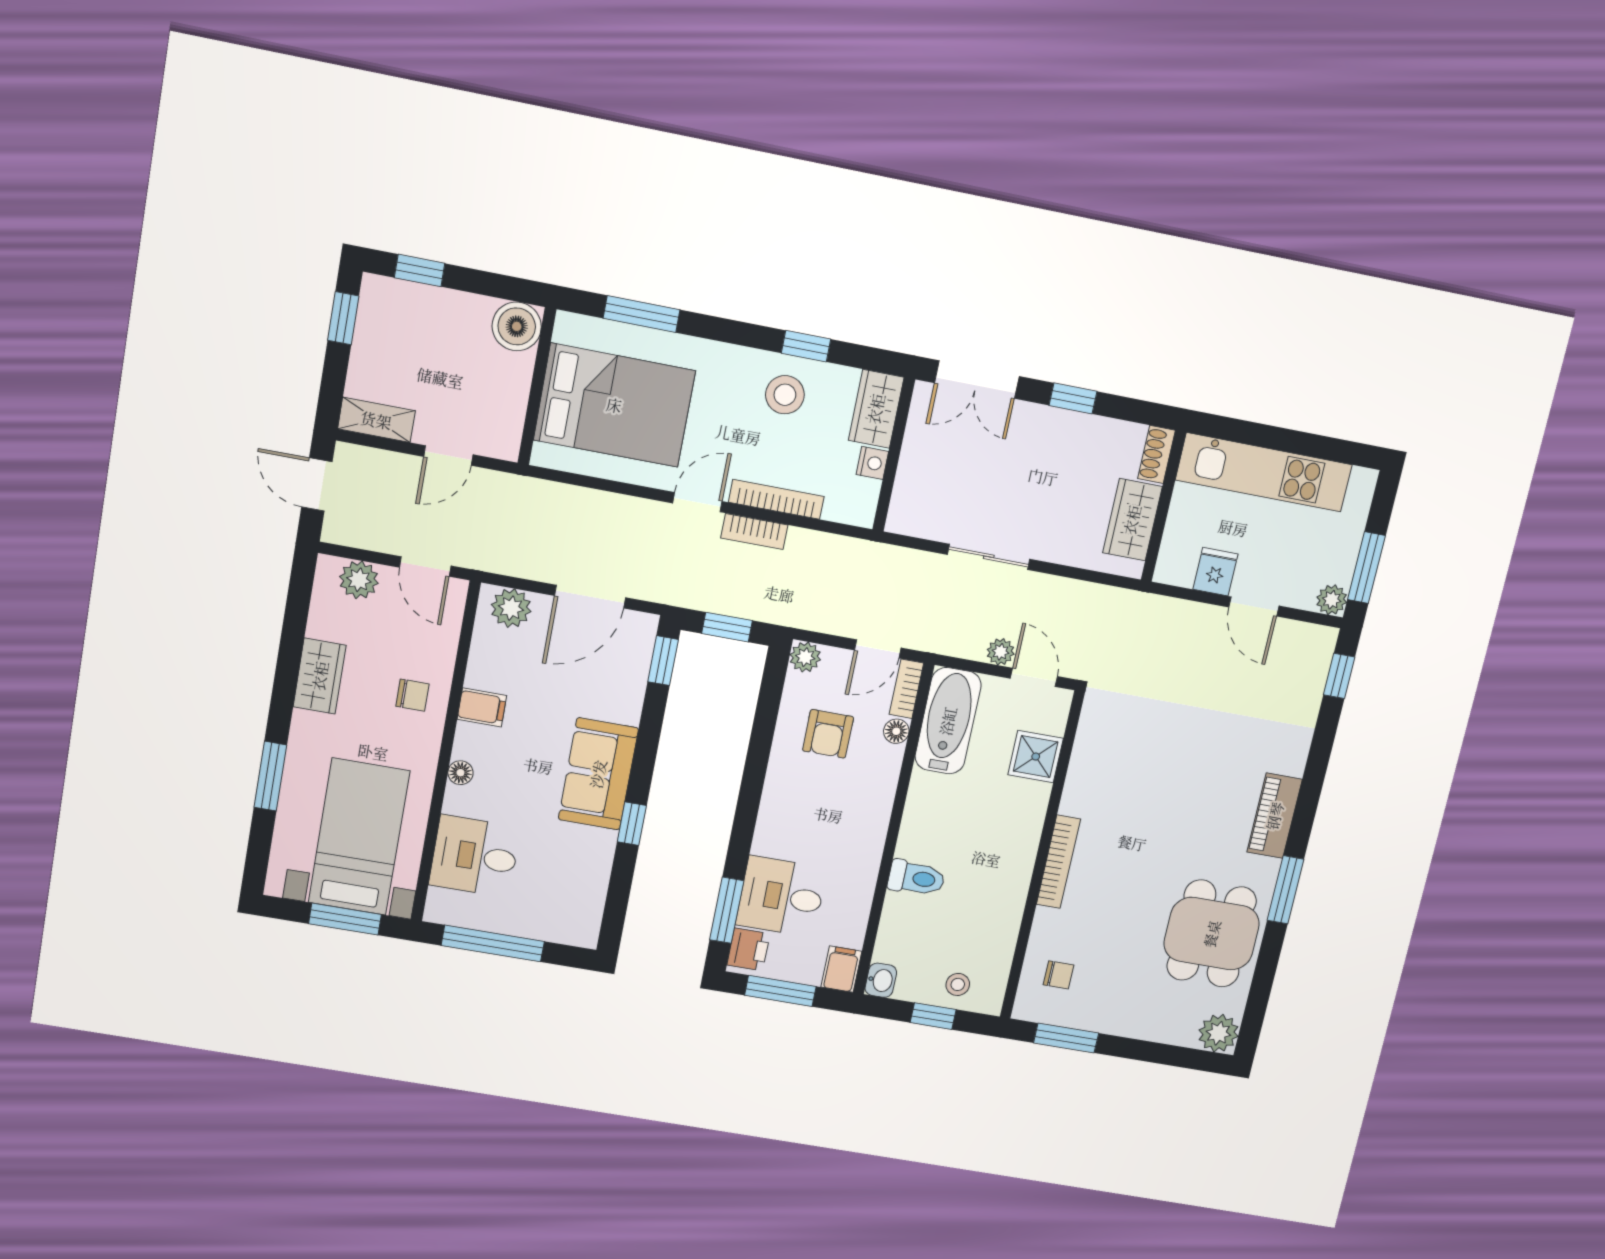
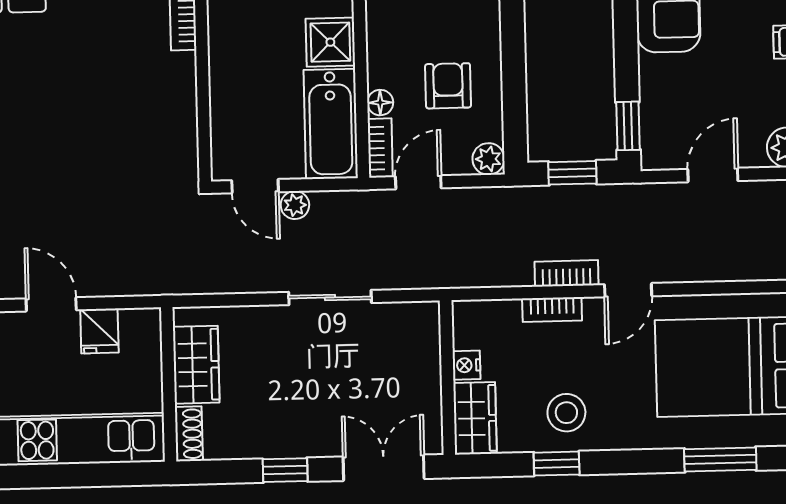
bookcase: (776, 499) -> (552, 310), width x0.64
door: (590, 597) -> (713, 175), width x0.73
shower: (1036, 757) -> (330, 42), moved

